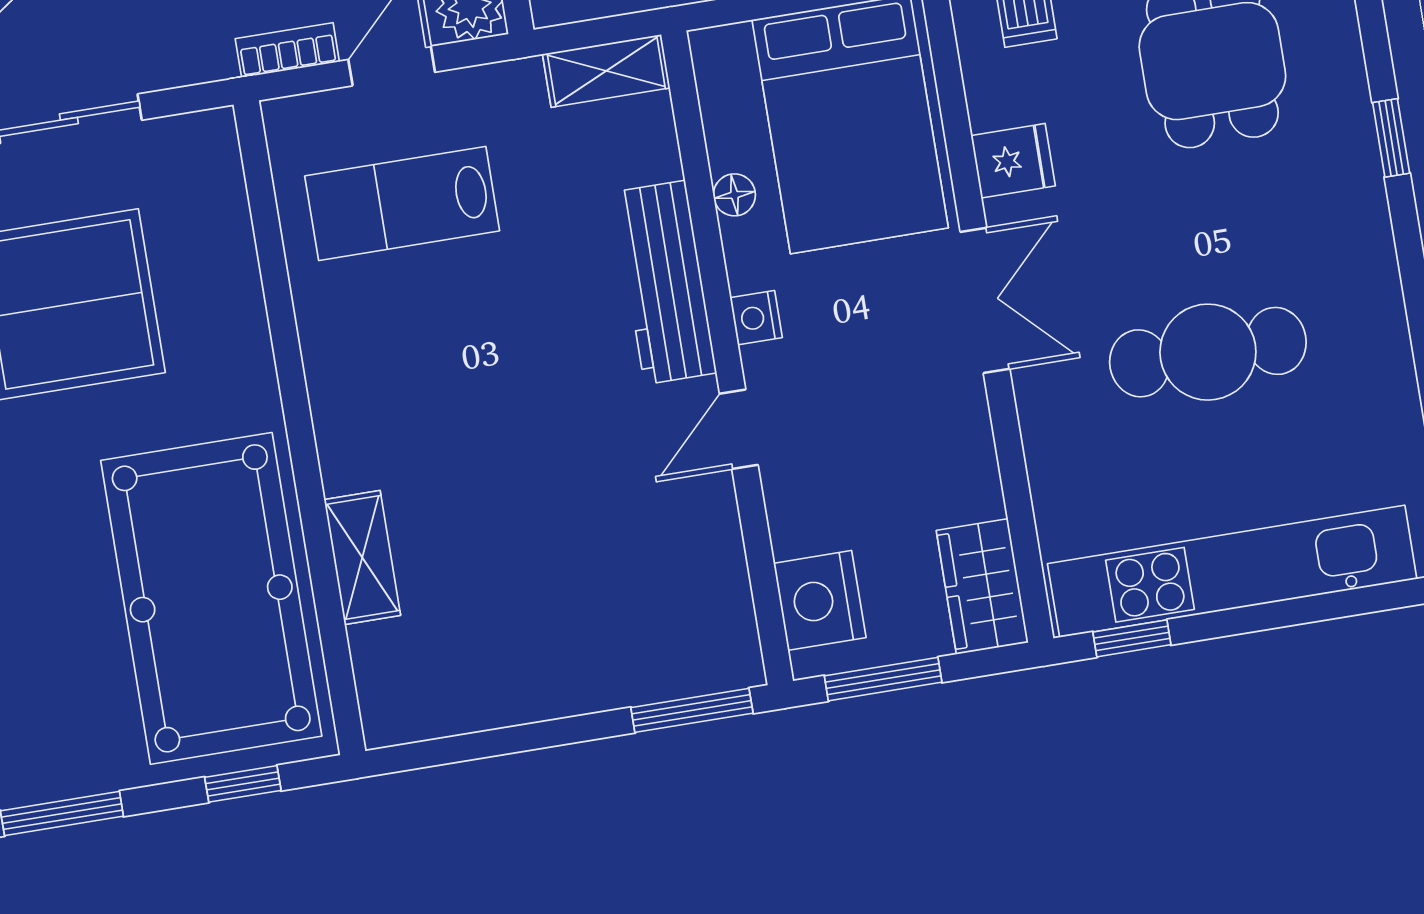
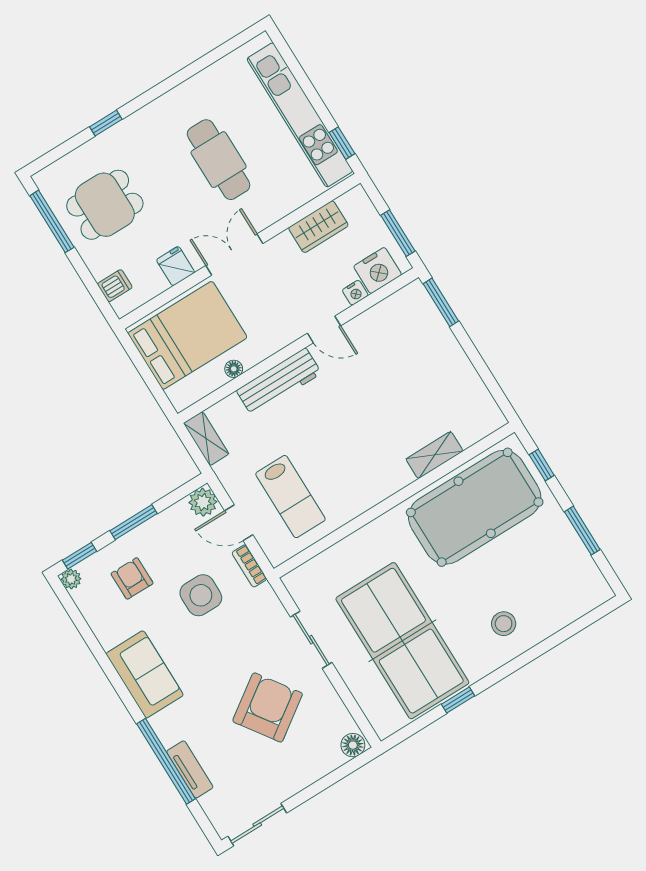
nightstand: (756, 318) -> (355, 293), moved
wardrobe: (982, 587) -> (318, 227), moved

